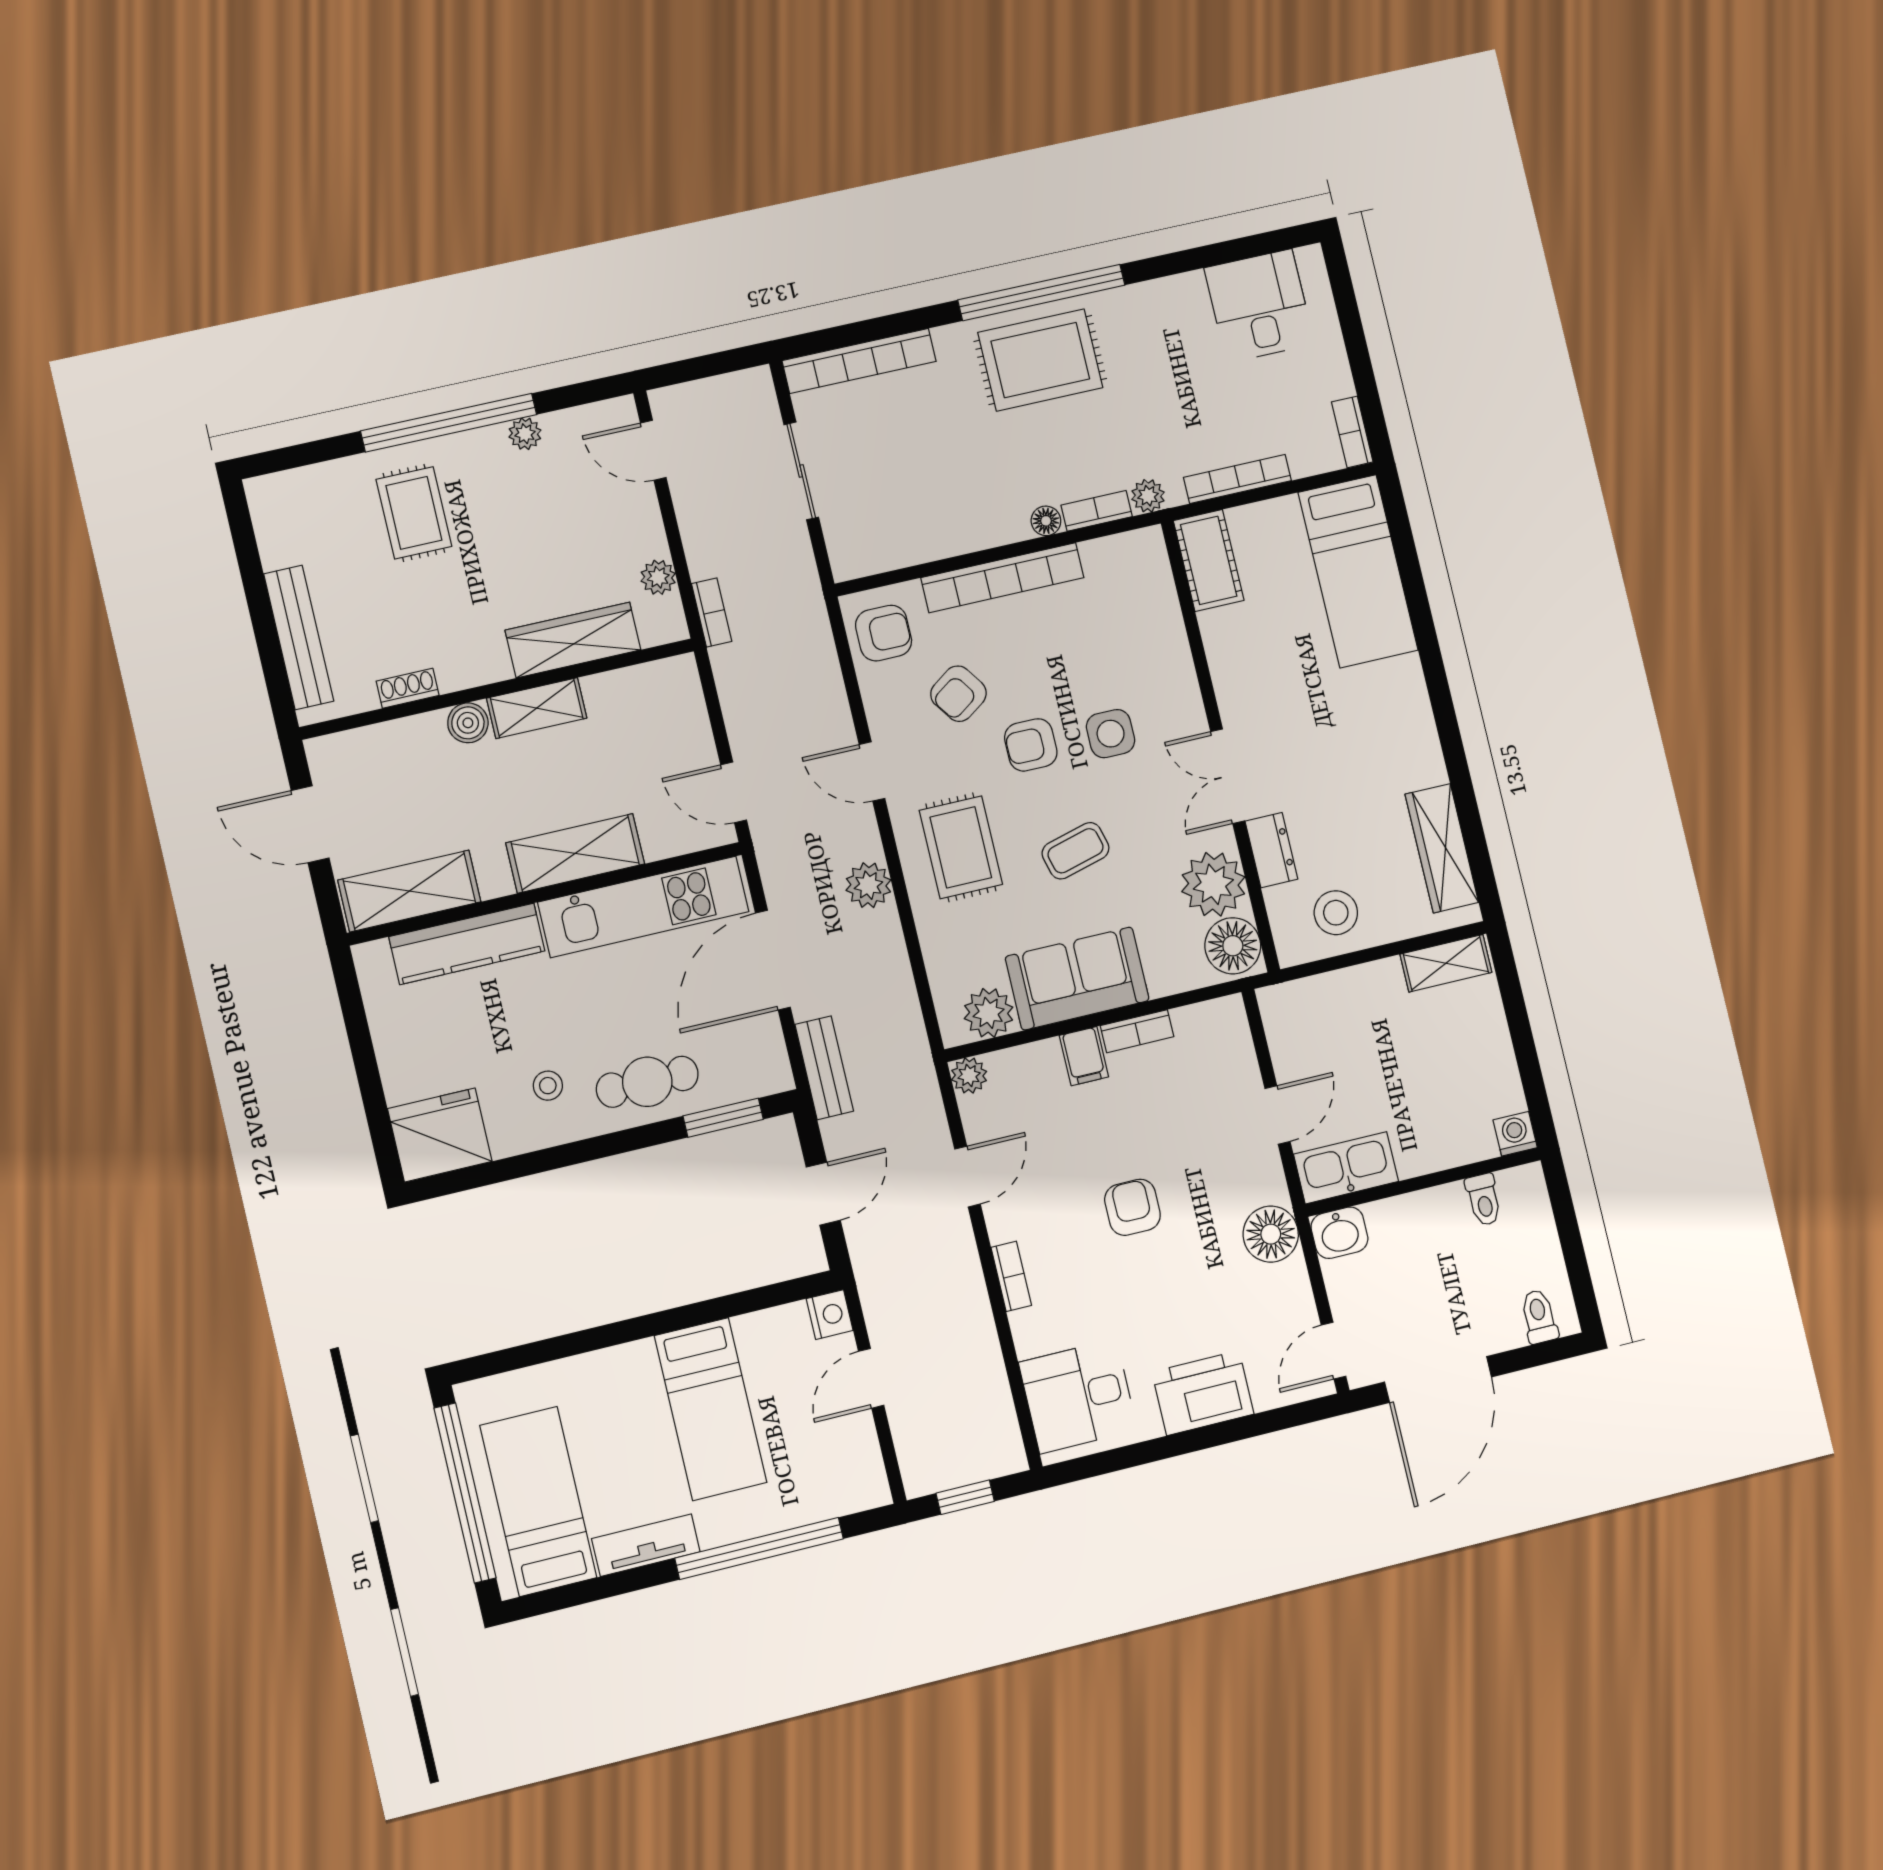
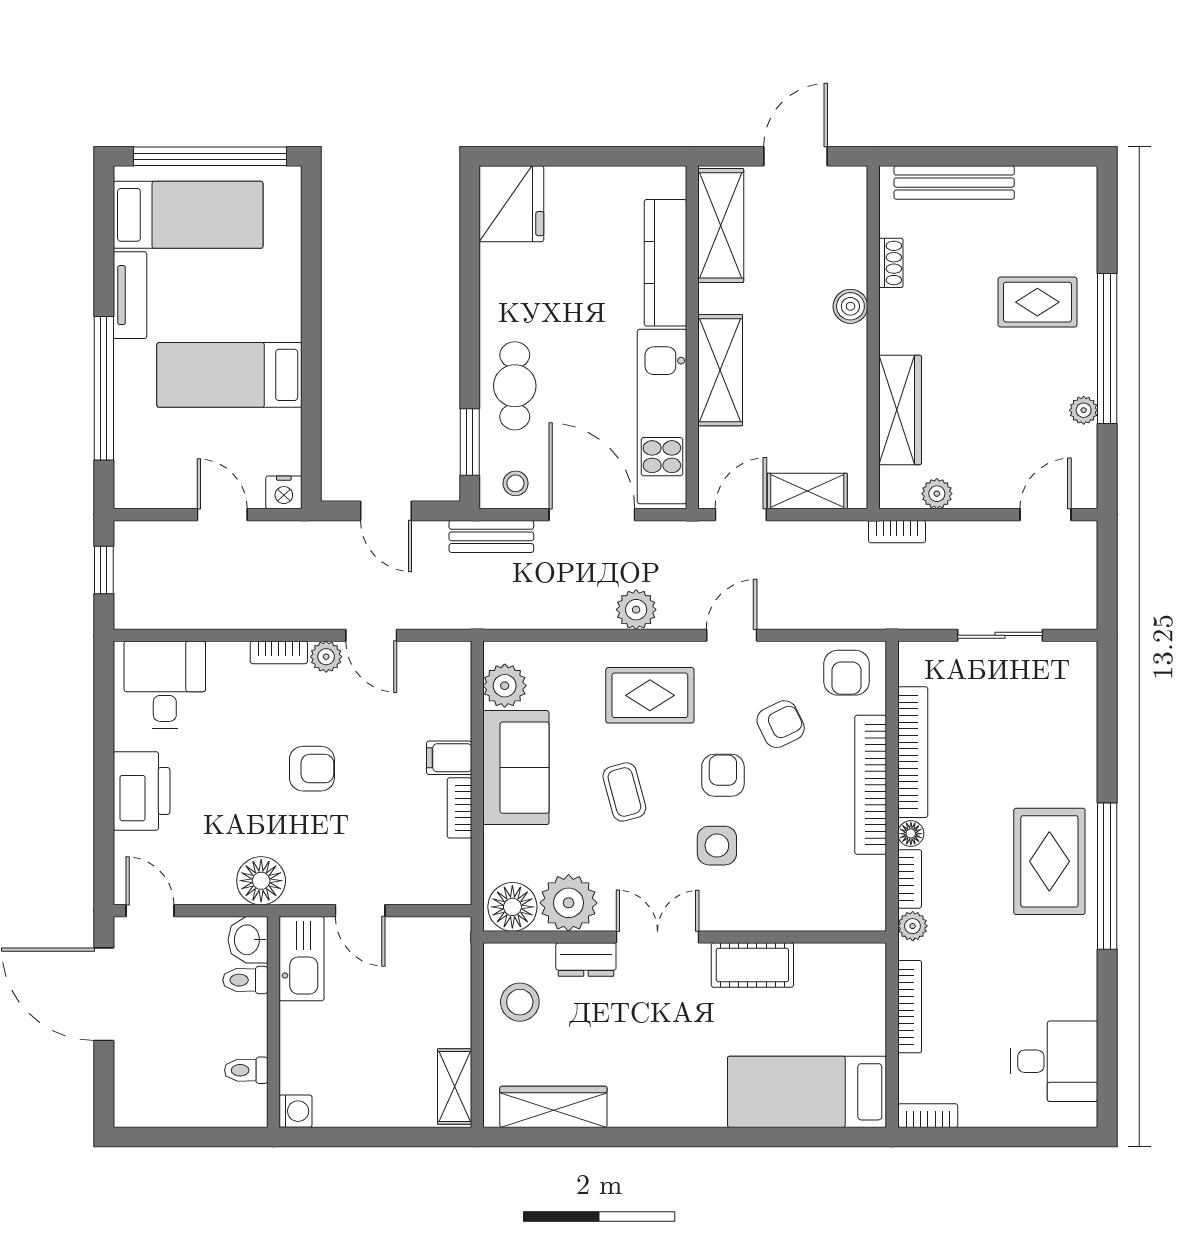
bookcase: (859, 361) -> (913, 752), moved, turned 180
cot: (1209, 560) -> (752, 965), moved
armchair: (958, 694) -> (781, 724), turned 99
shelving: (537, 708) -> (807, 491), moved, turned 90
plant: (969, 1076) -> (326, 657), moved
stool: (548, 1086) -> (516, 483), moved
toilet: (1539, 1317) -> (245, 980), moved, turned 180

